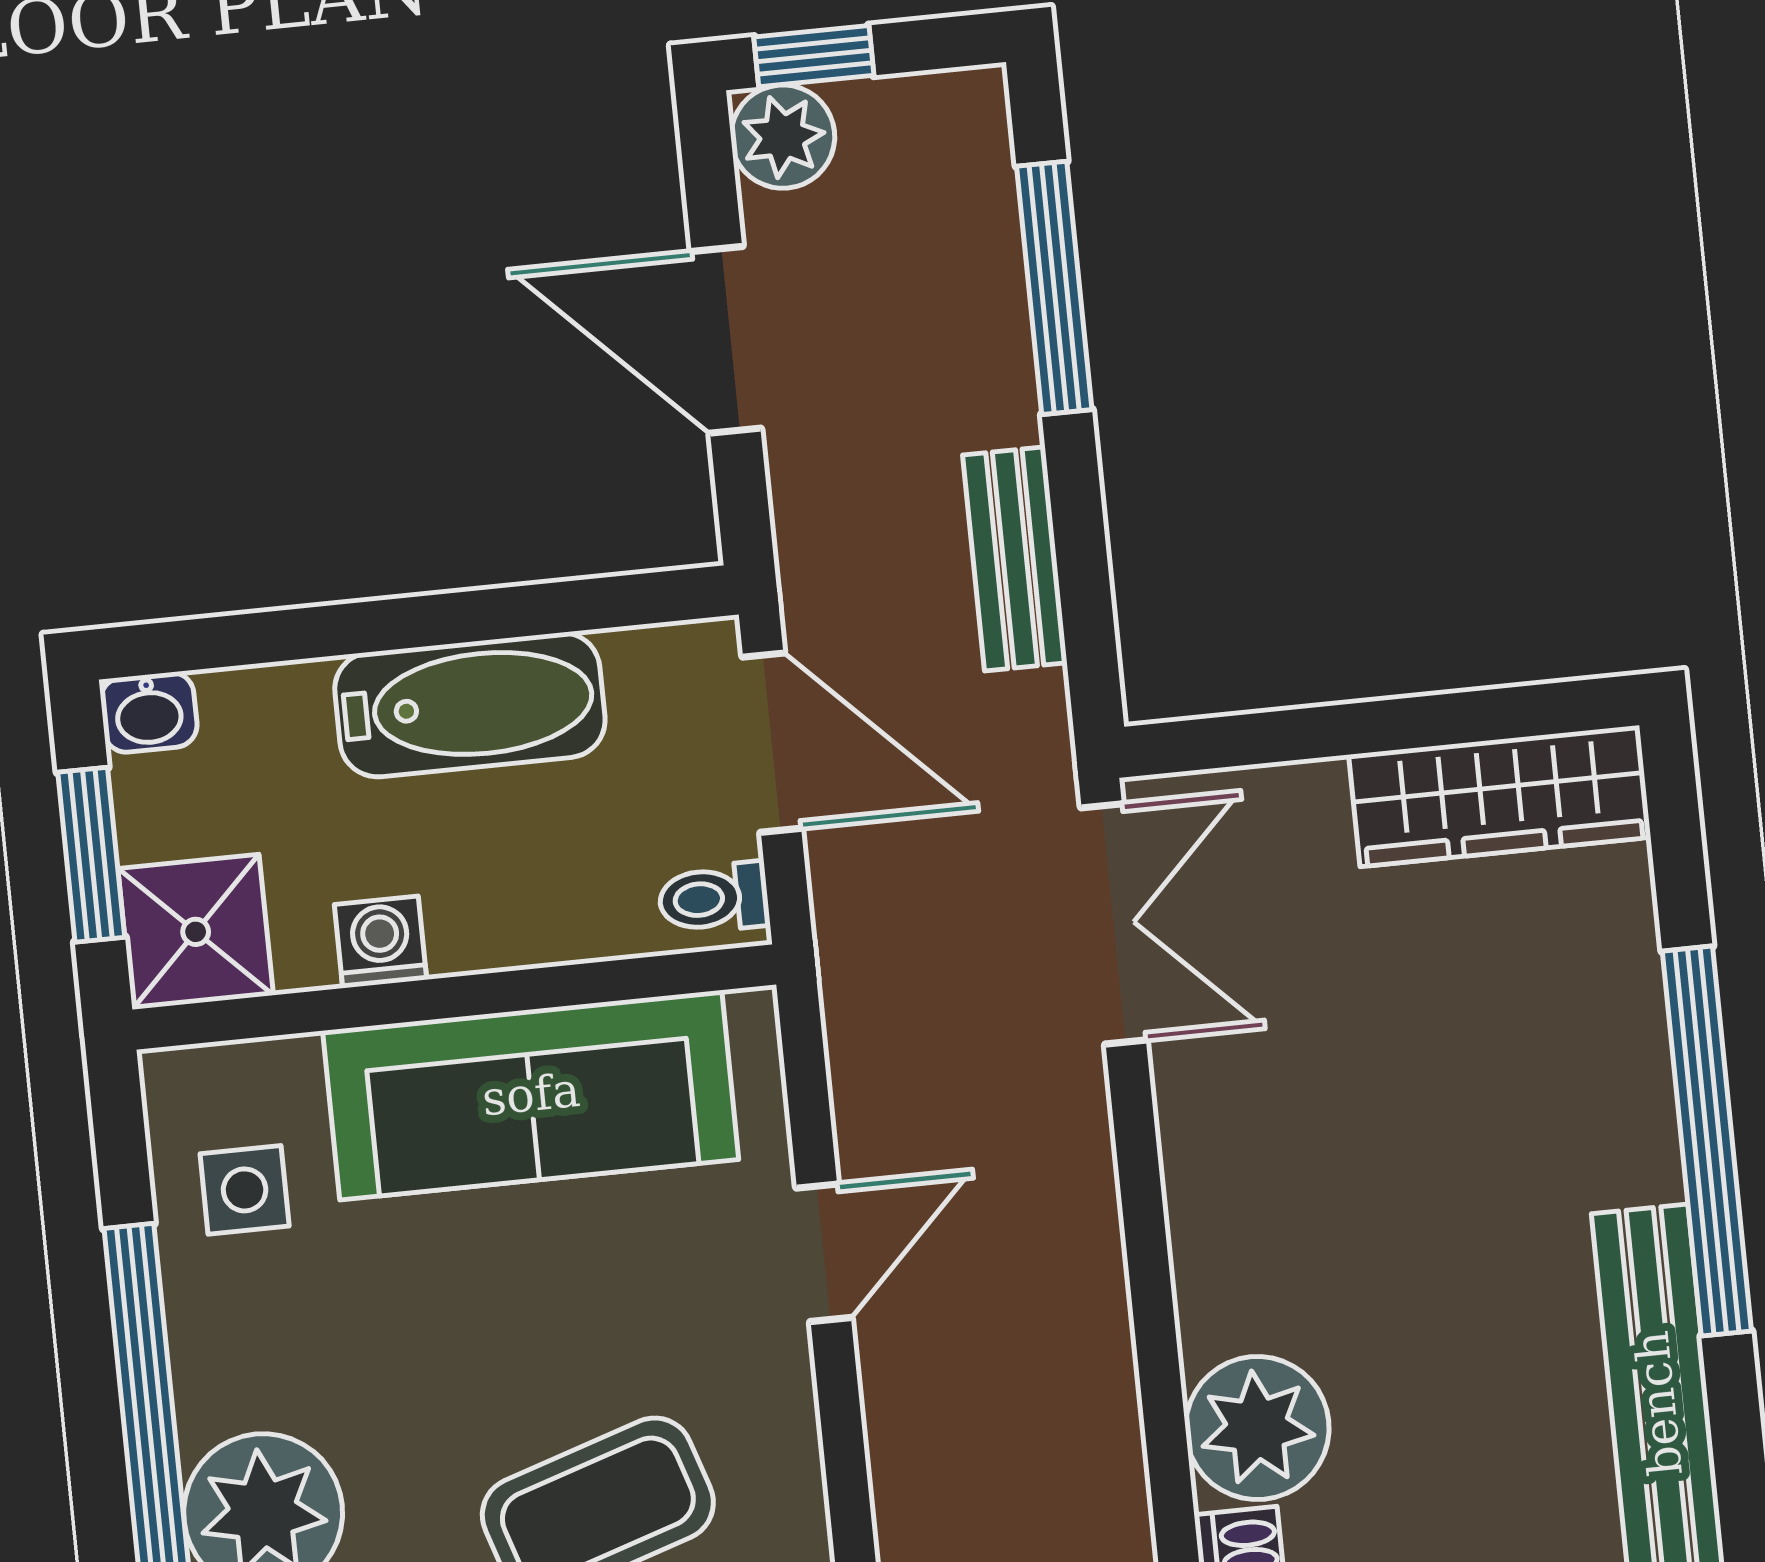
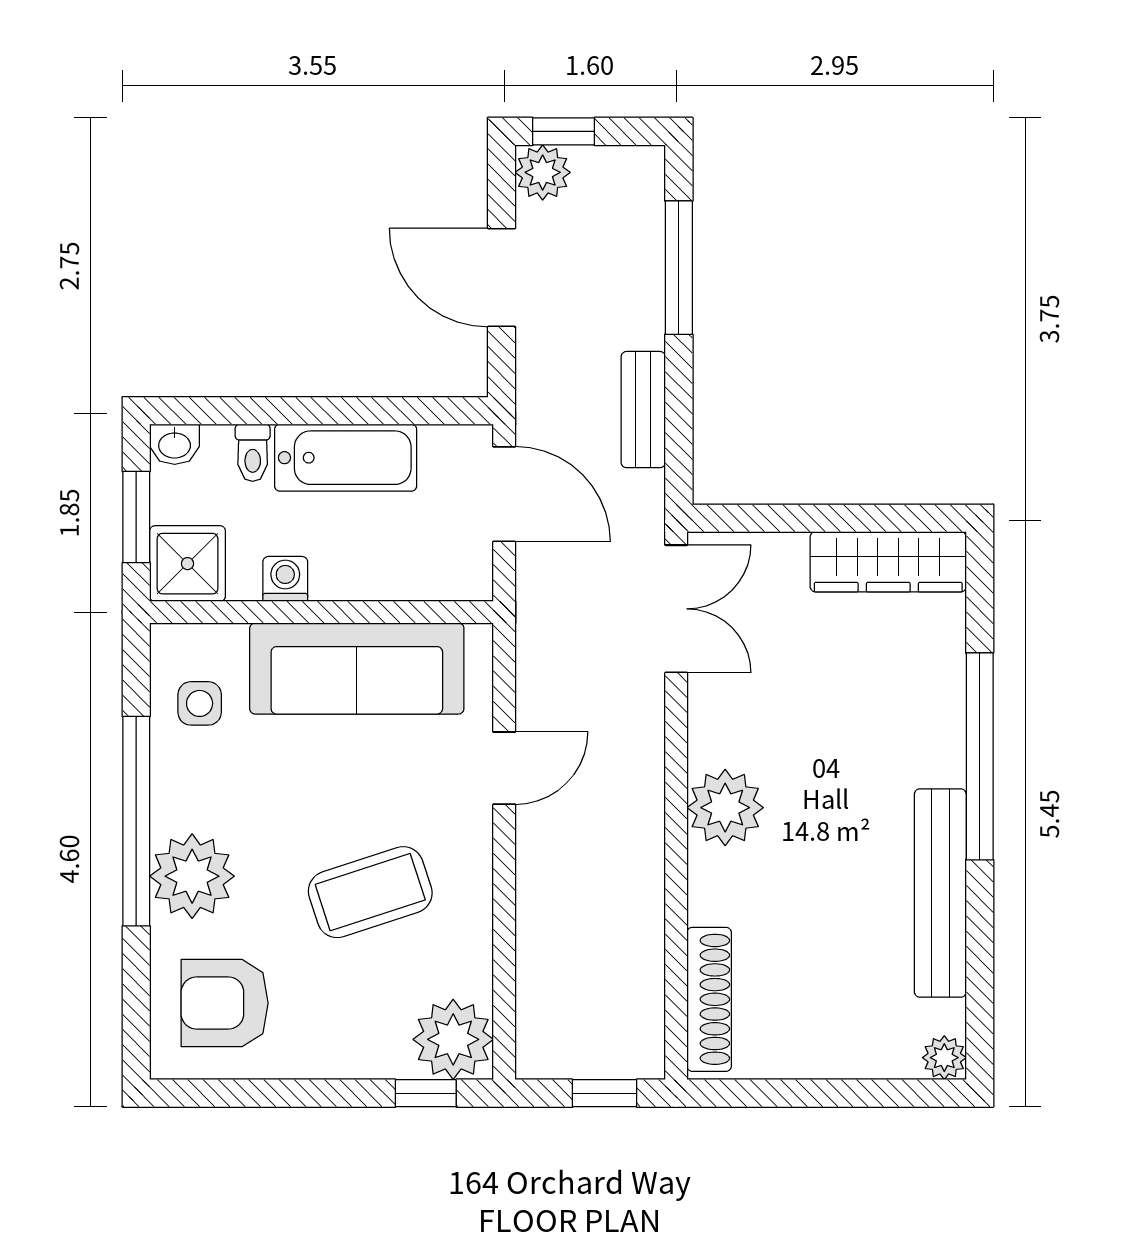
toilet: (714, 898) -> (253, 453), moved, turned -90
plant: (1257, 1428) -> (725, 808), moved

